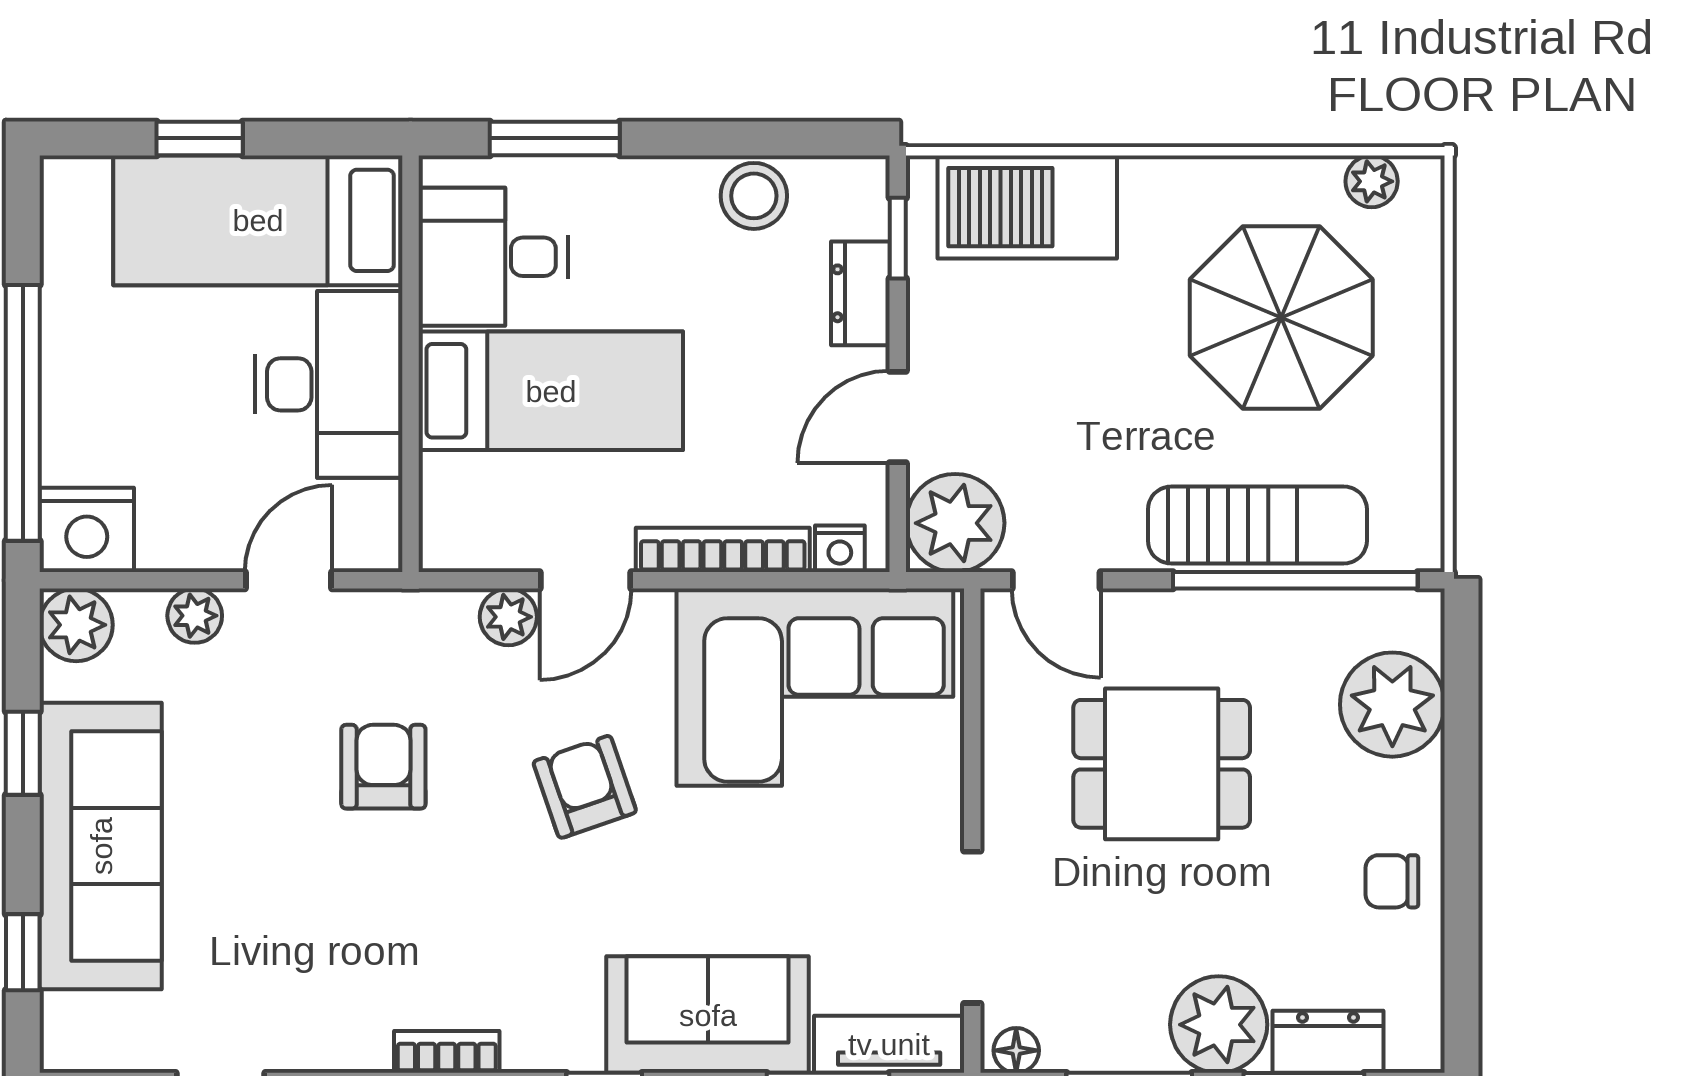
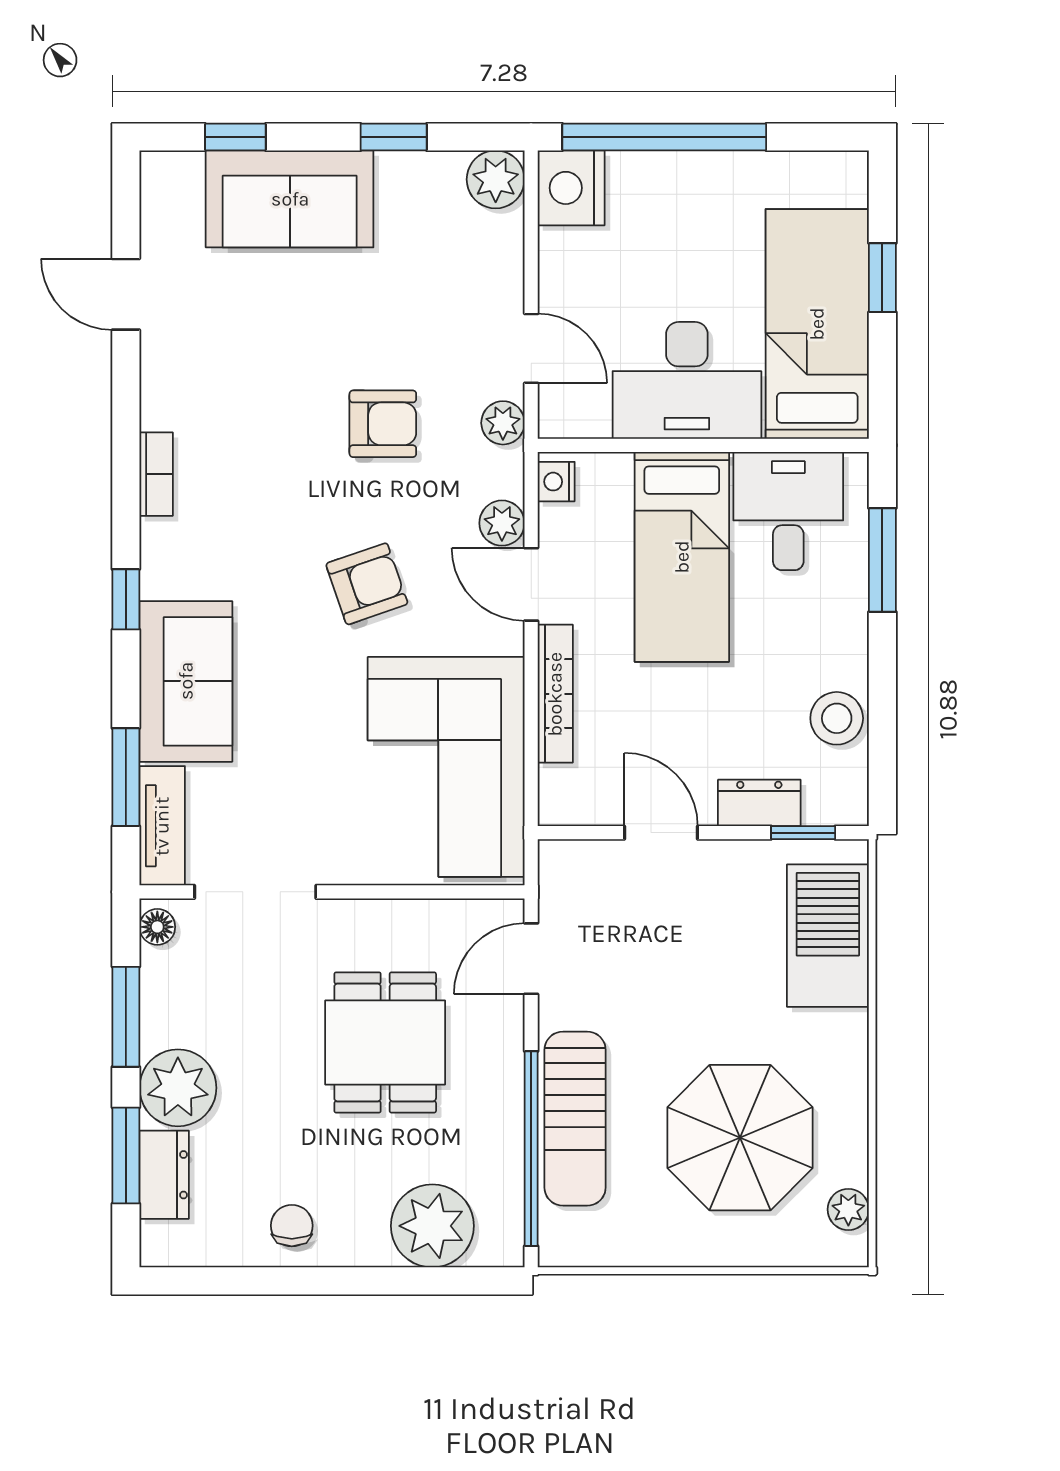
plant: (955, 523) -> (577, 878), removed
nightstand: (840, 549) -> (556, 482), moved
plant: (195, 616) -> (503, 423), moved
sofa: (101, 846) -> (290, 199), width x0.73

